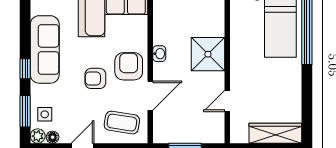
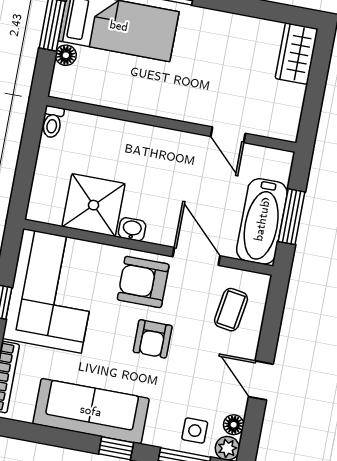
shower: (208, 54) -> (94, 205), moved
coffee table: (122, 123) -> (231, 310), width x0.73, depth x0.77
bathtub: (179, 131) -> (262, 221), added
wardrobe: (275, 133) -> (297, 54), width x0.67

